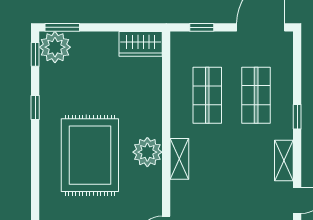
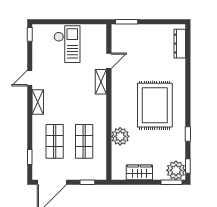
wardrobe: (141, 44) -> (139, 172), moved
window: (297, 117) -> (30, 157), moved
plant: (147, 152) -> (120, 136), moved
shelving: (179, 159) -> (101, 82), moved

